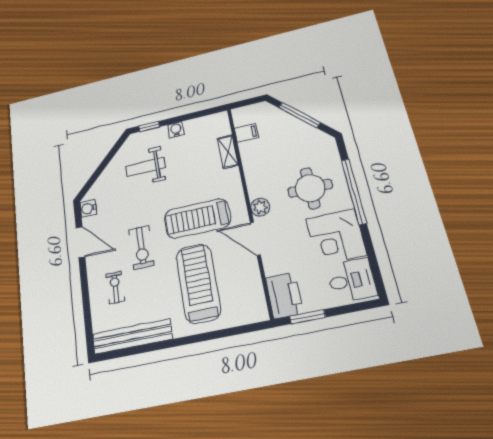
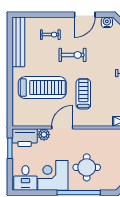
plant: (260, 207) -> (44, 135), moved
treadmill: (197, 218) -> (83, 94), width x0.73, depth x0.73
exercise bike: (141, 247) -> (73, 55), turned 180

